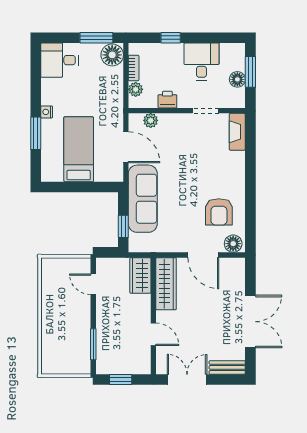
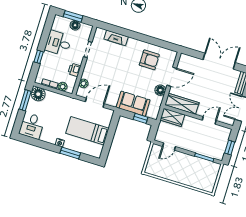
fireplace: (237, 132) -> (116, 38), moved
sofa: (143, 199) -> (133, 104), width x0.73
floor lamp: (233, 244) -> (160, 90), moved

